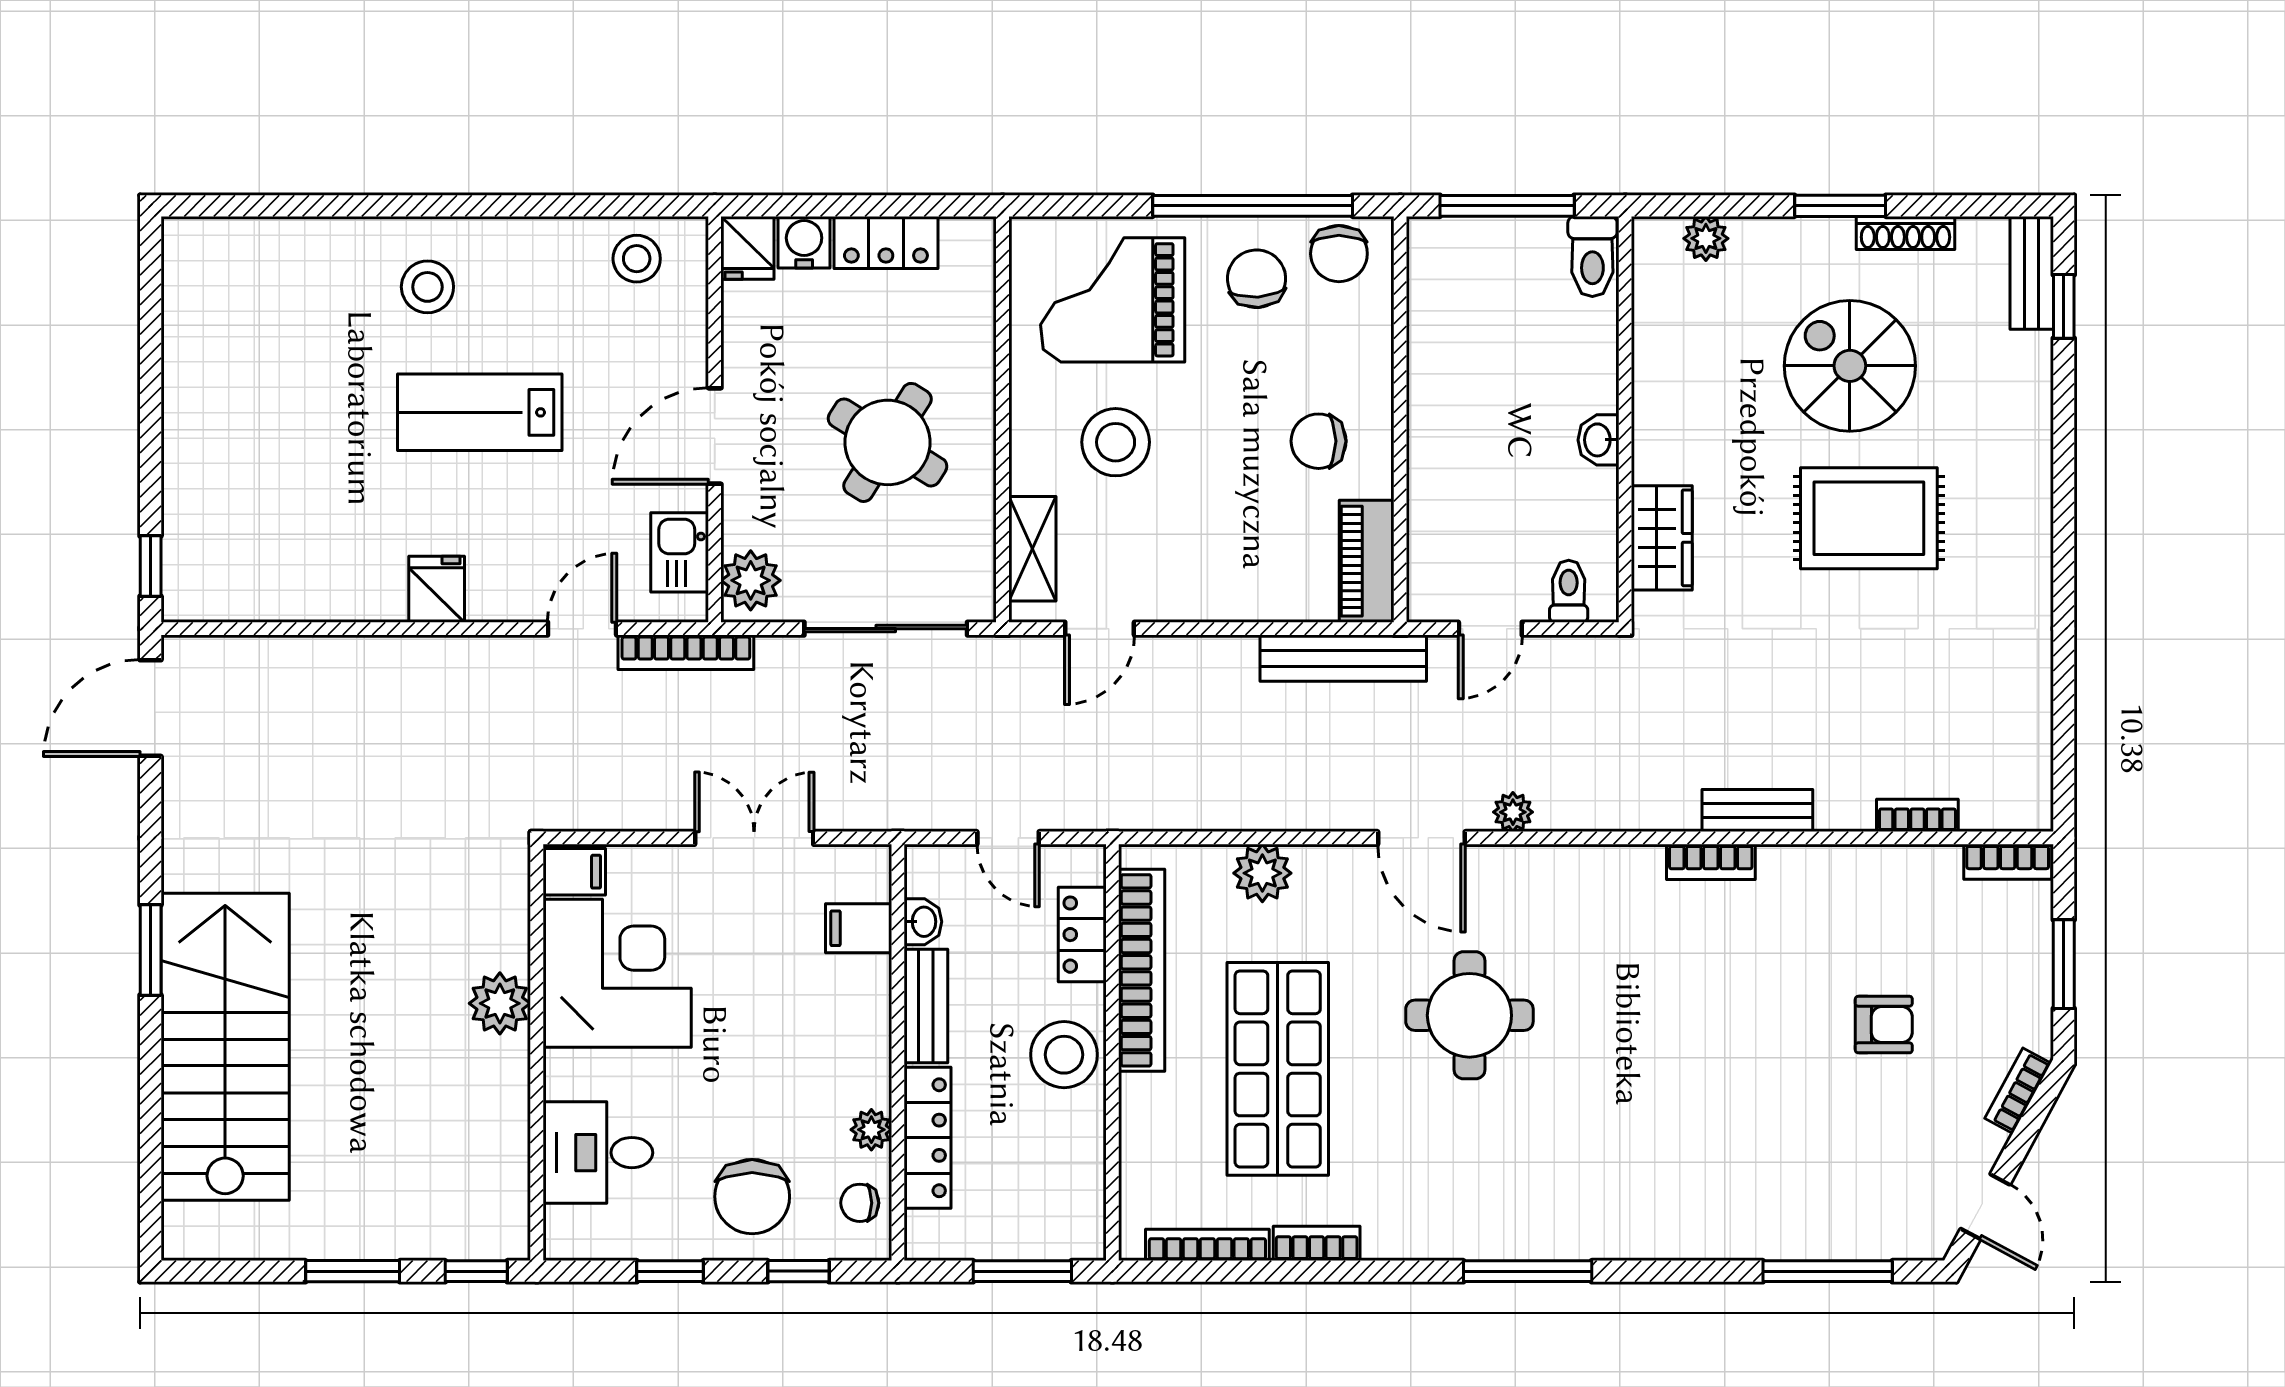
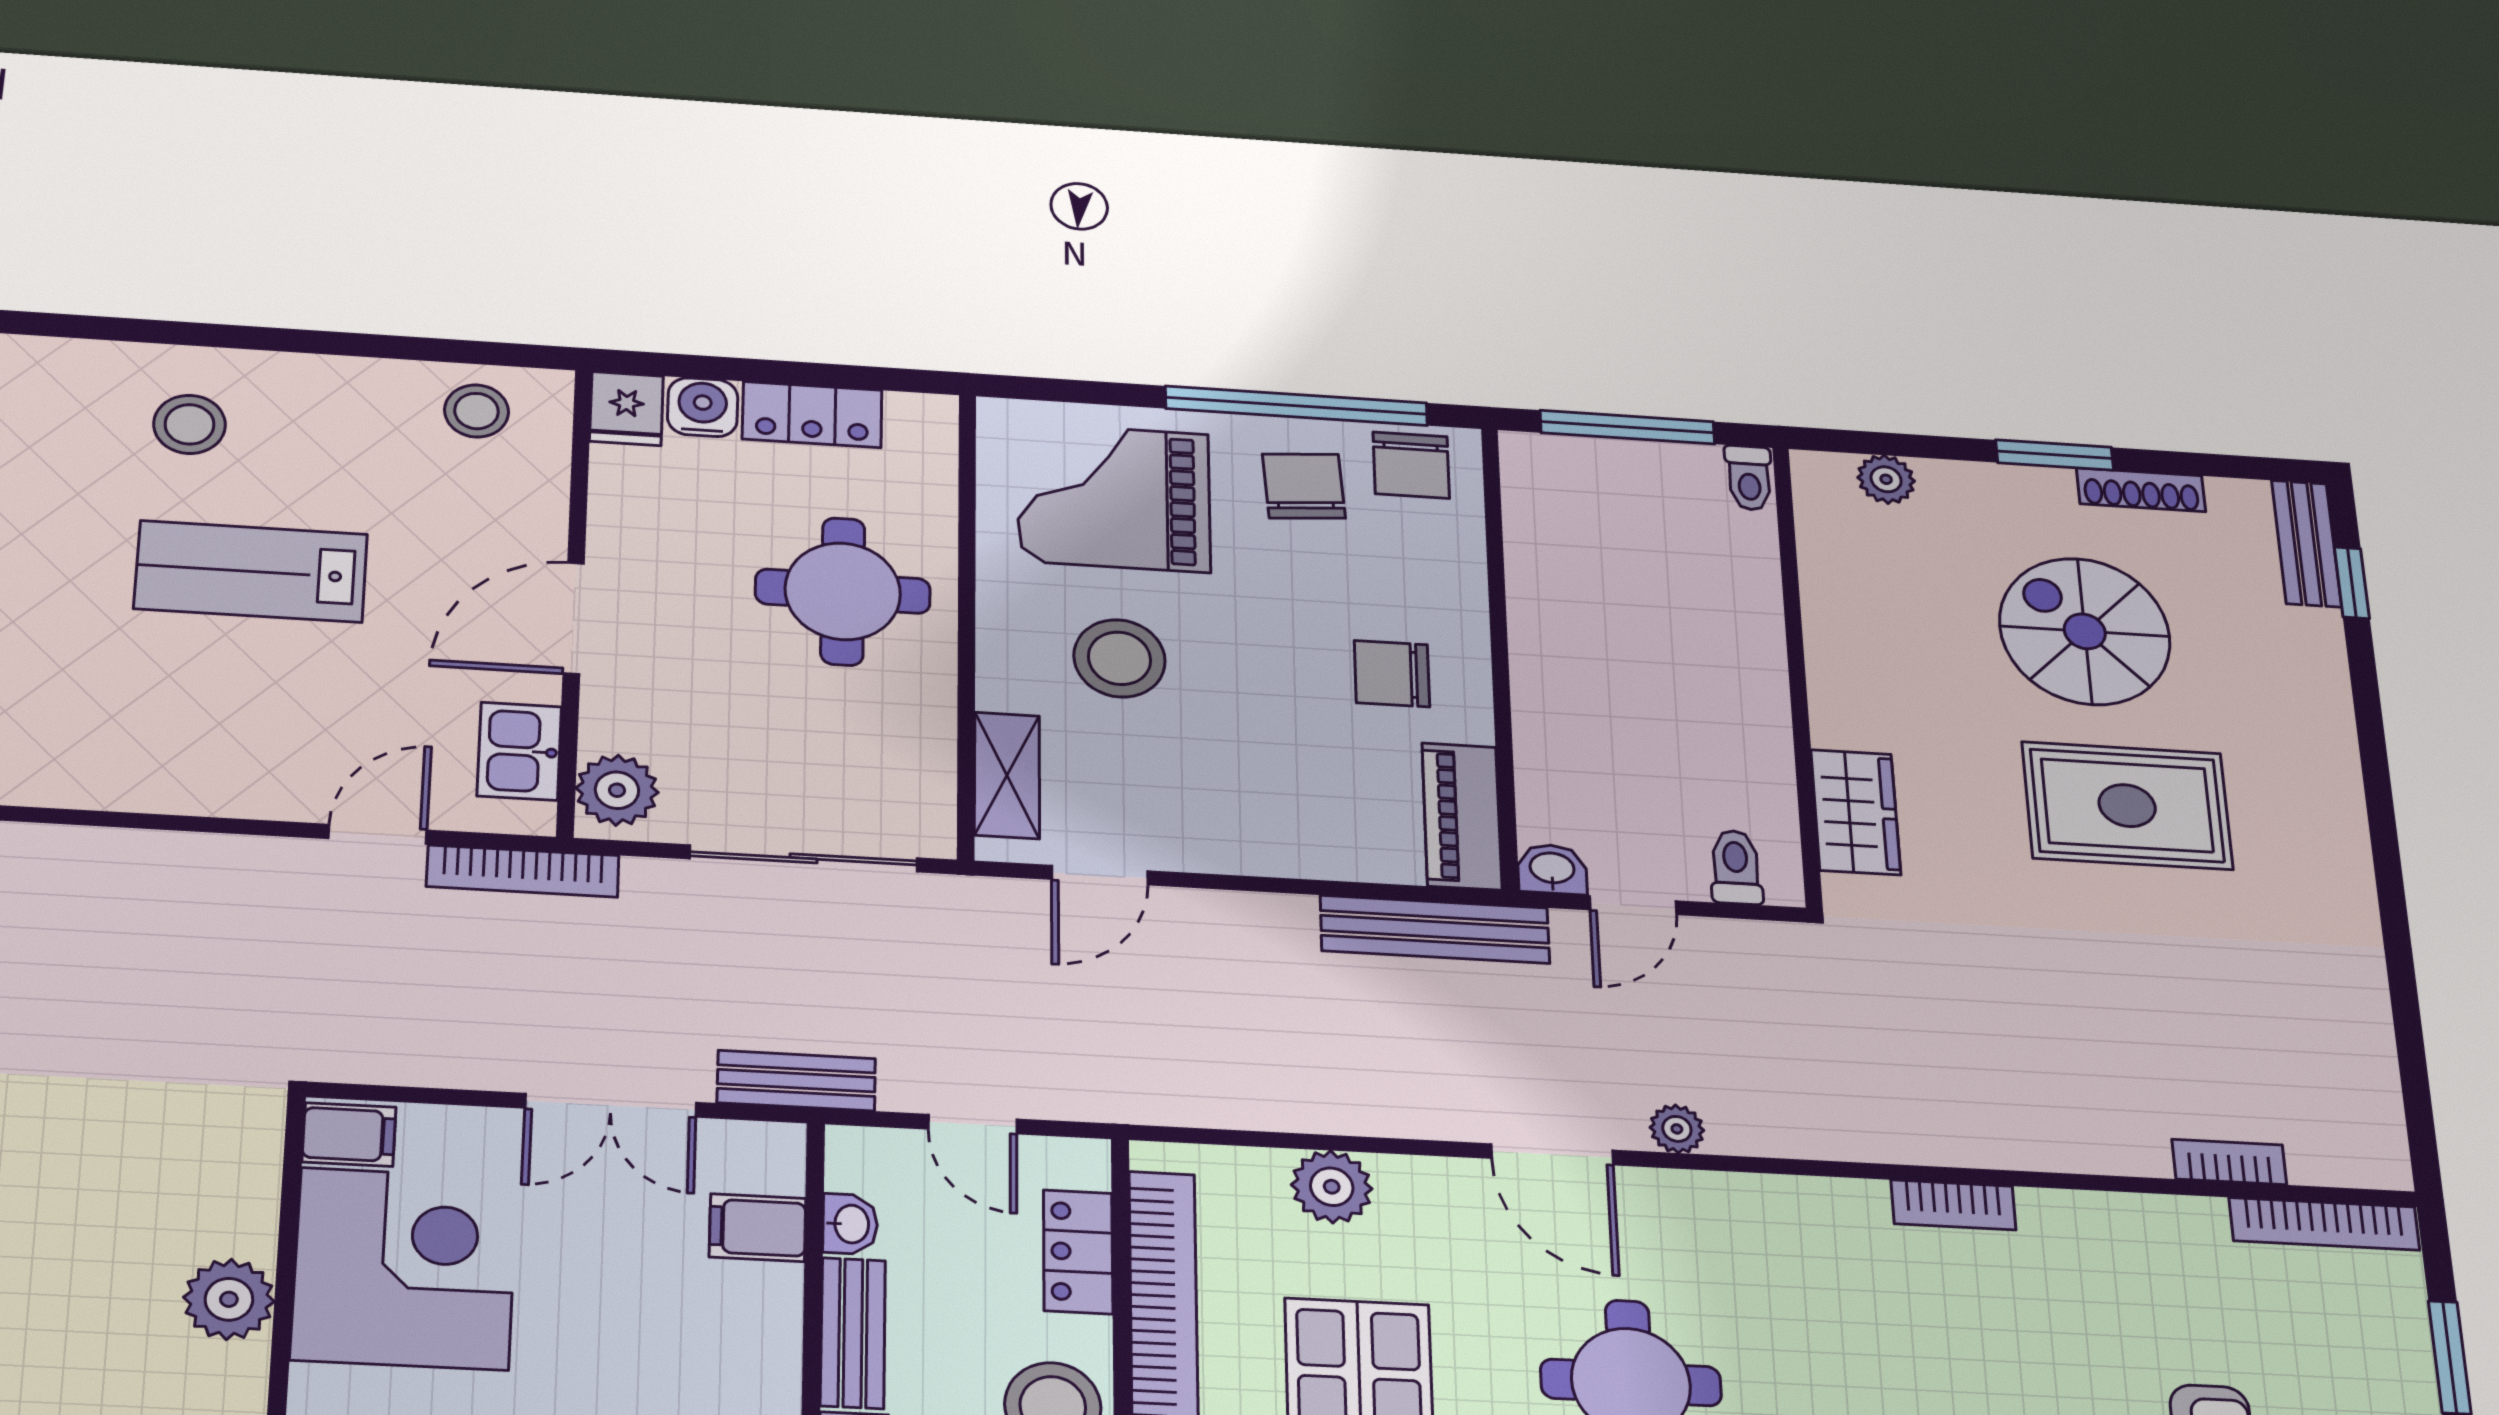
toilet: (1592, 256) -> (1749, 478), width x0.73, depth x0.72
washbasin: (1599, 440) -> (1552, 869), moved, turned 90
round table: (888, 442) -> (843, 591), moved, turned -32
fridge: (437, 589) -> (175, 775), removed
bench: (1757, 811) -> (796, 1081), moved
double door: (754, 838) -> (611, 1105), swing flipped
bookcase: (2008, 862) -> (2324, 1224), width x1.56

